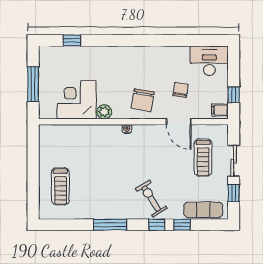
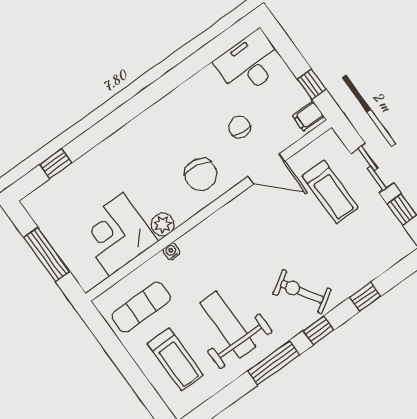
water cooler: (127, 129) -> (172, 251), moved
weight bench: (101, 188) -> (228, 325), added
exercise mat: (203, 210) -> (141, 307), moved
window: (157, 225) -> (318, 331), moved

